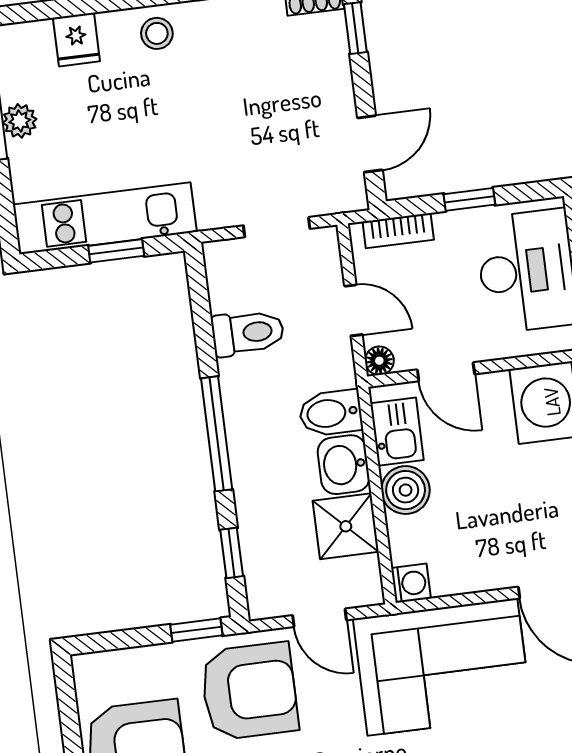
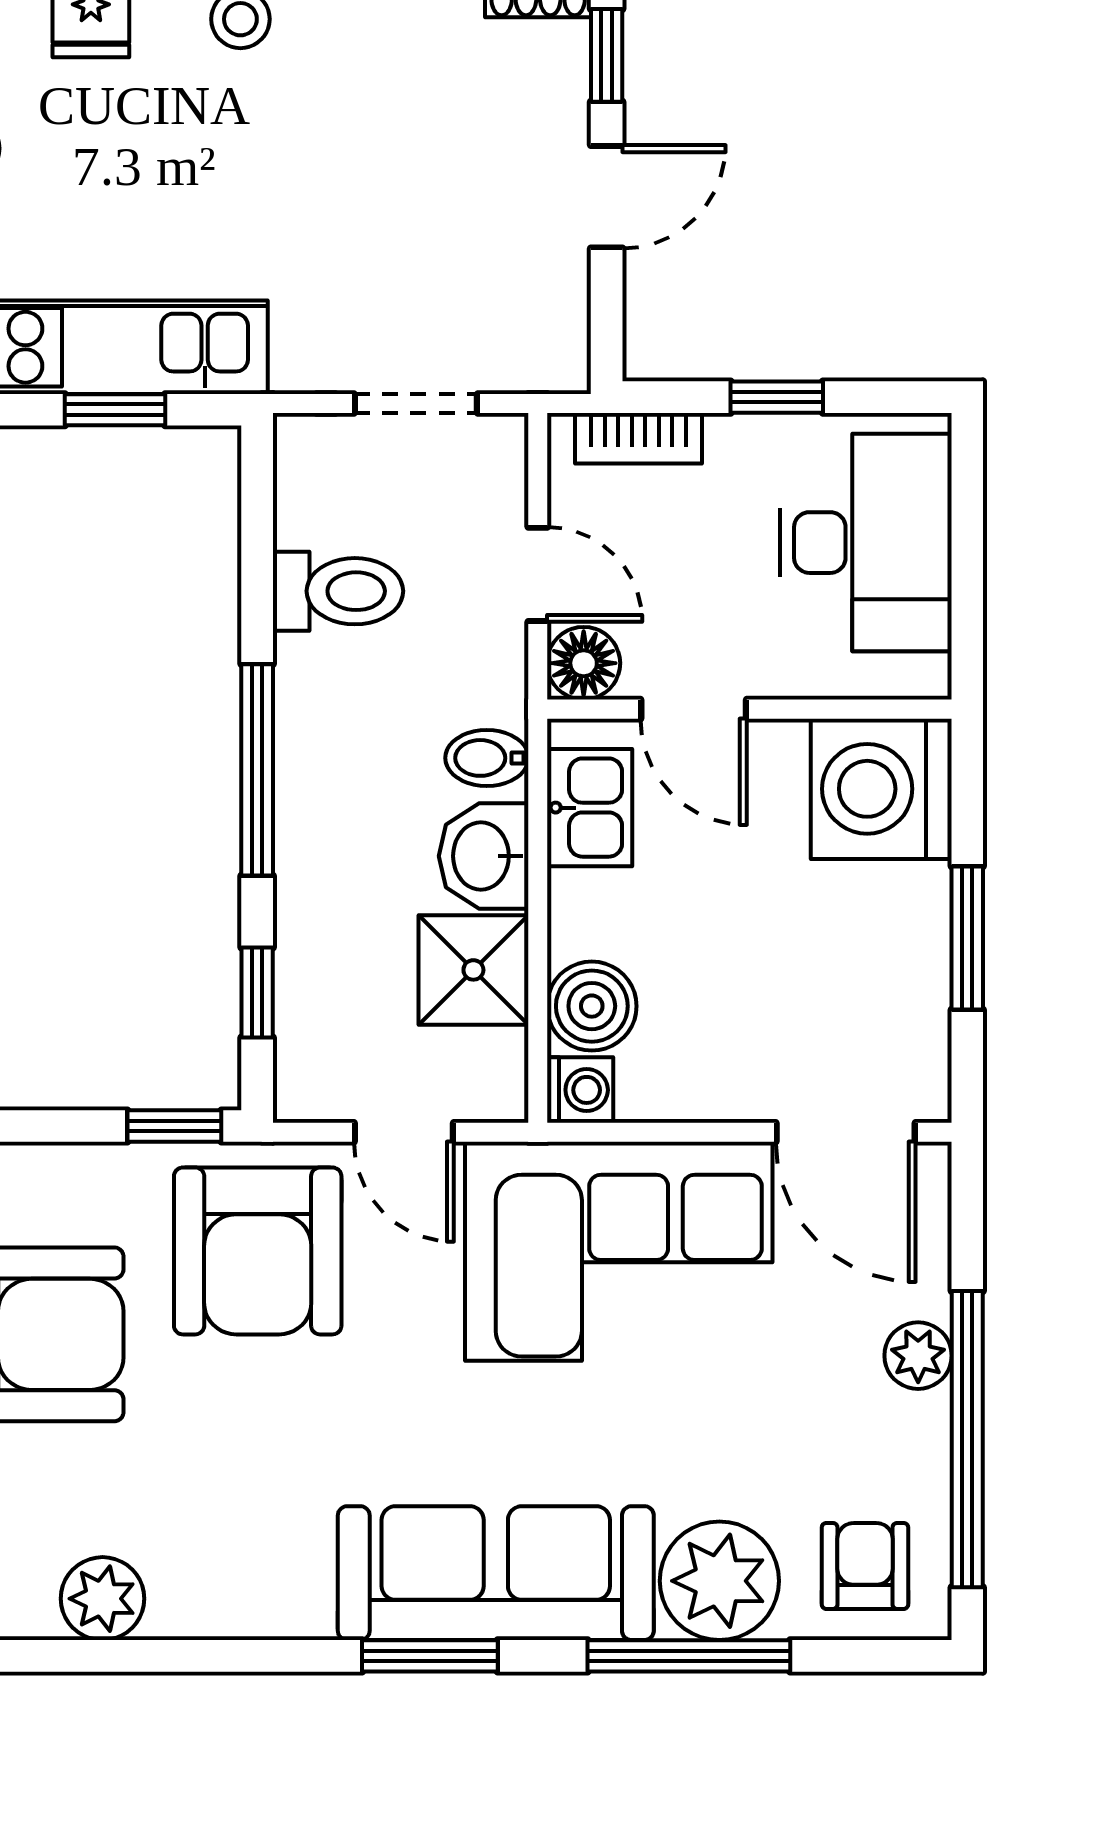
door: (370, 144) -> (607, 197), moved
floor lamp: (379, 361) -> (584, 663), width x1.37, depth x1.37
bidet: (331, 413) -> (487, 758), width x0.72, depth x0.74
boiler: (406, 490) -> (592, 1006), moved
armchair: (249, 691) -> (258, 1251), turned 90

